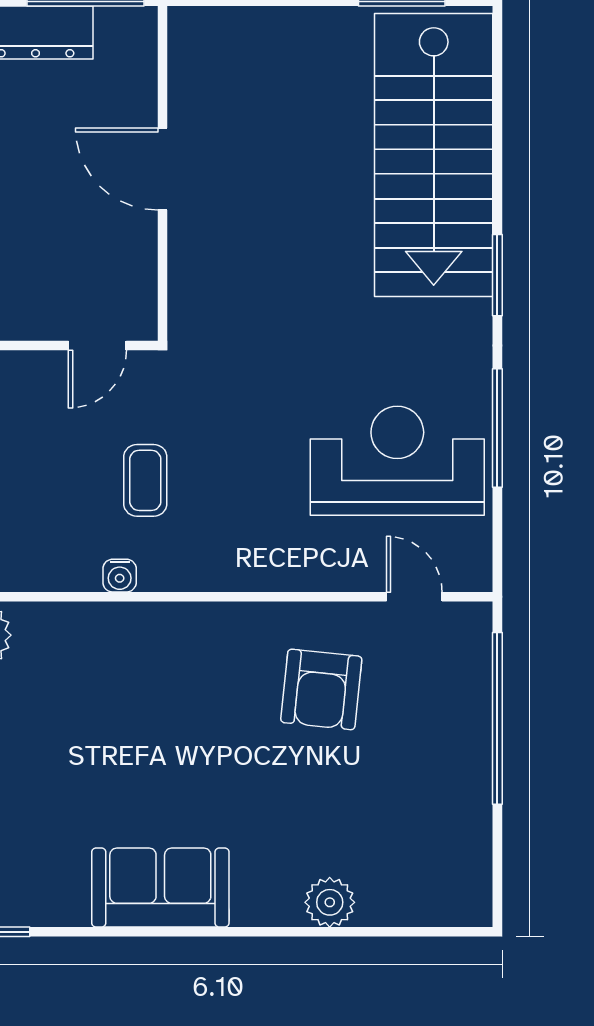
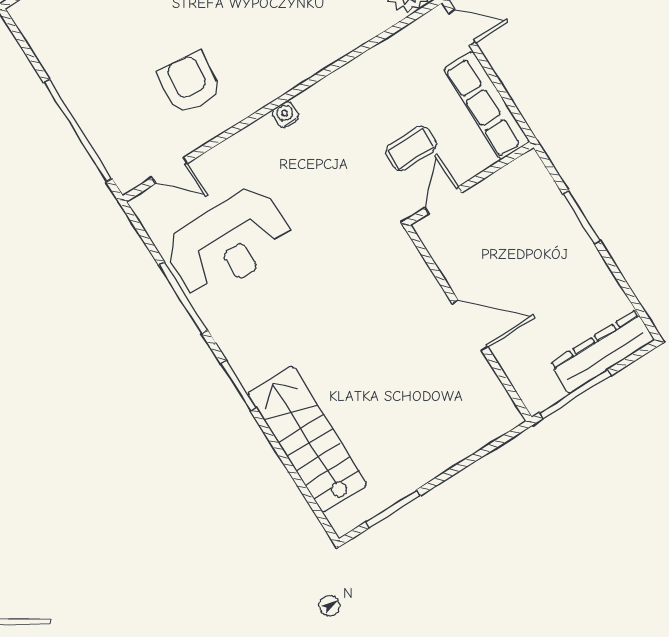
stairs: (434, 155) -> (307, 439), width x0.73, depth x0.66
coffee table: (145, 480) -> (411, 148), moved, turned 90
water cooler: (120, 576) -> (286, 114), moved

